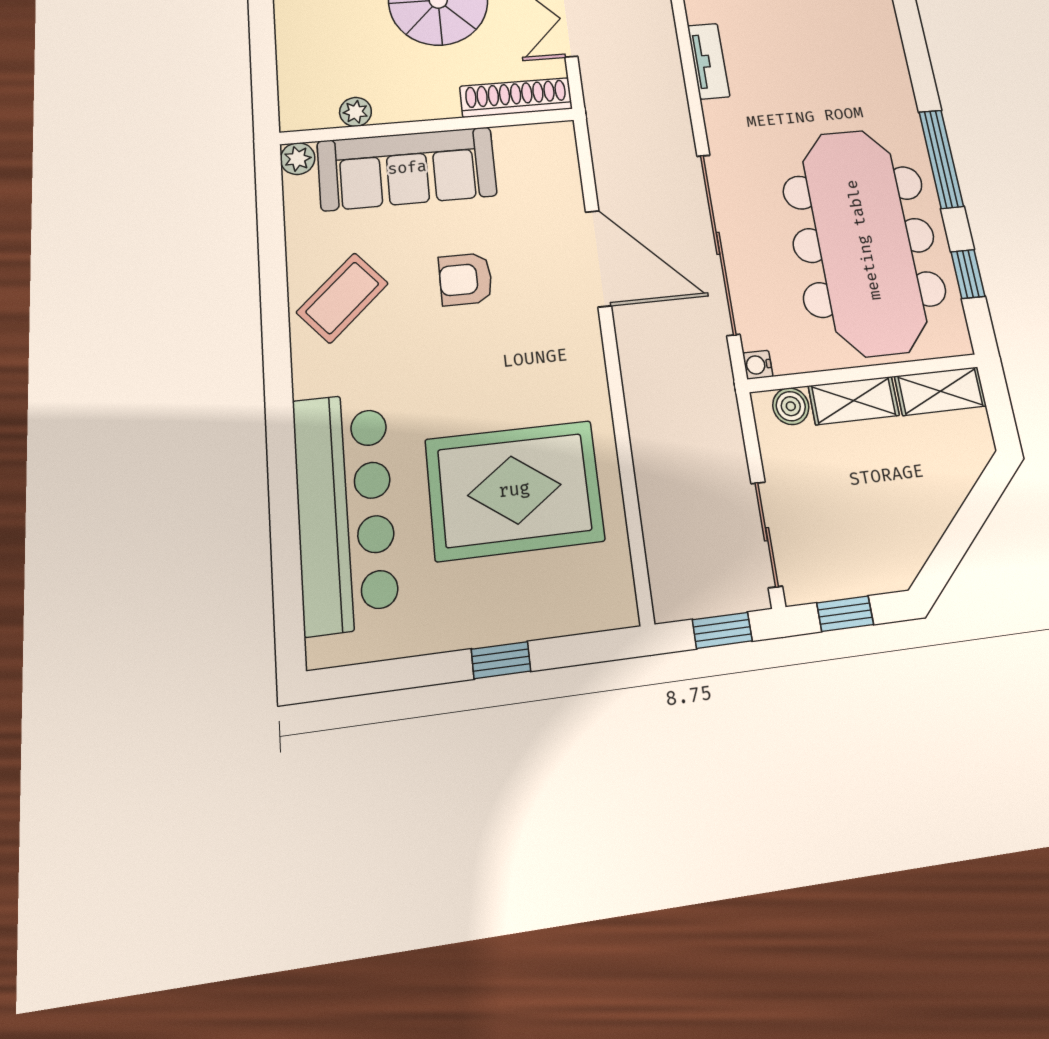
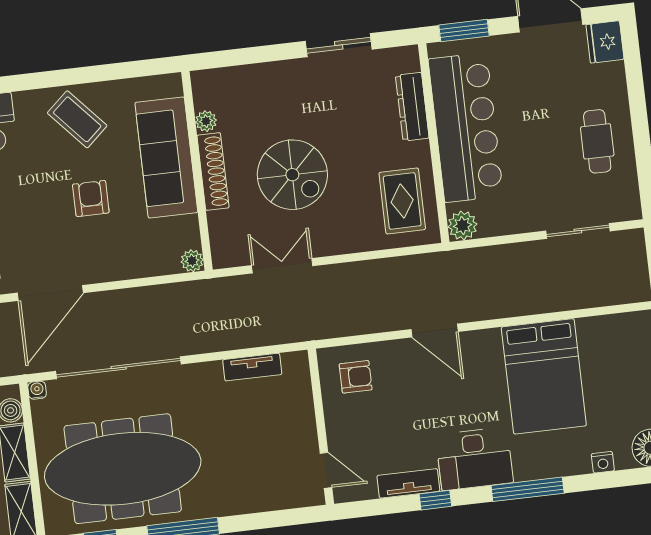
shoe rack: (516, 98) -> (213, 171), moved
plant: (298, 159) -> (192, 261), moved
door: (598, 258) -> (50, 293), moved

